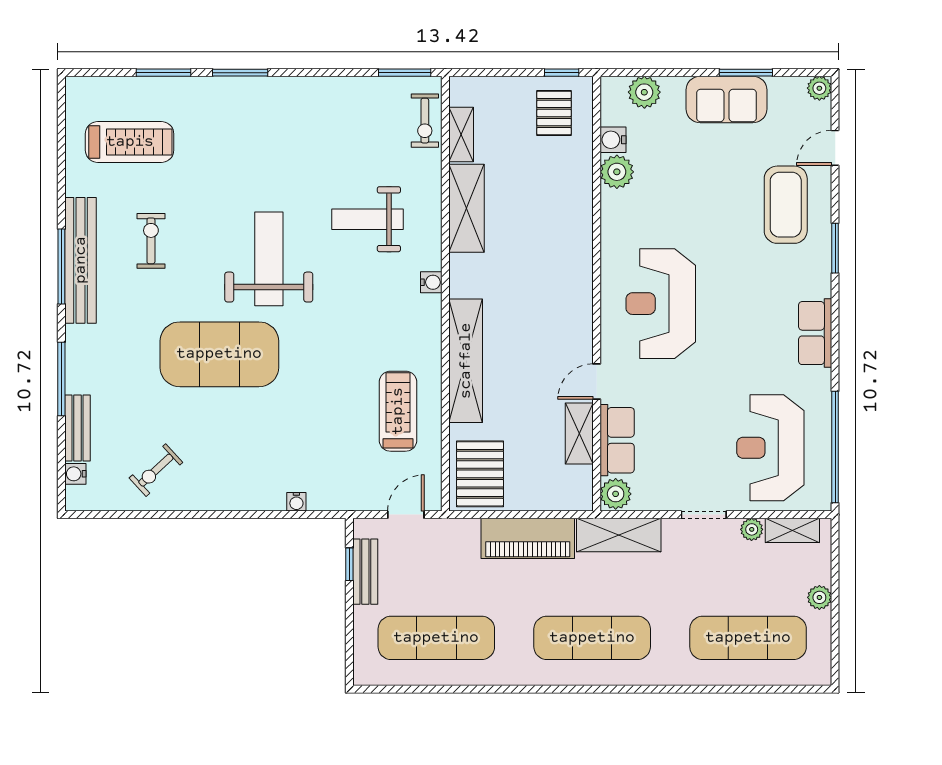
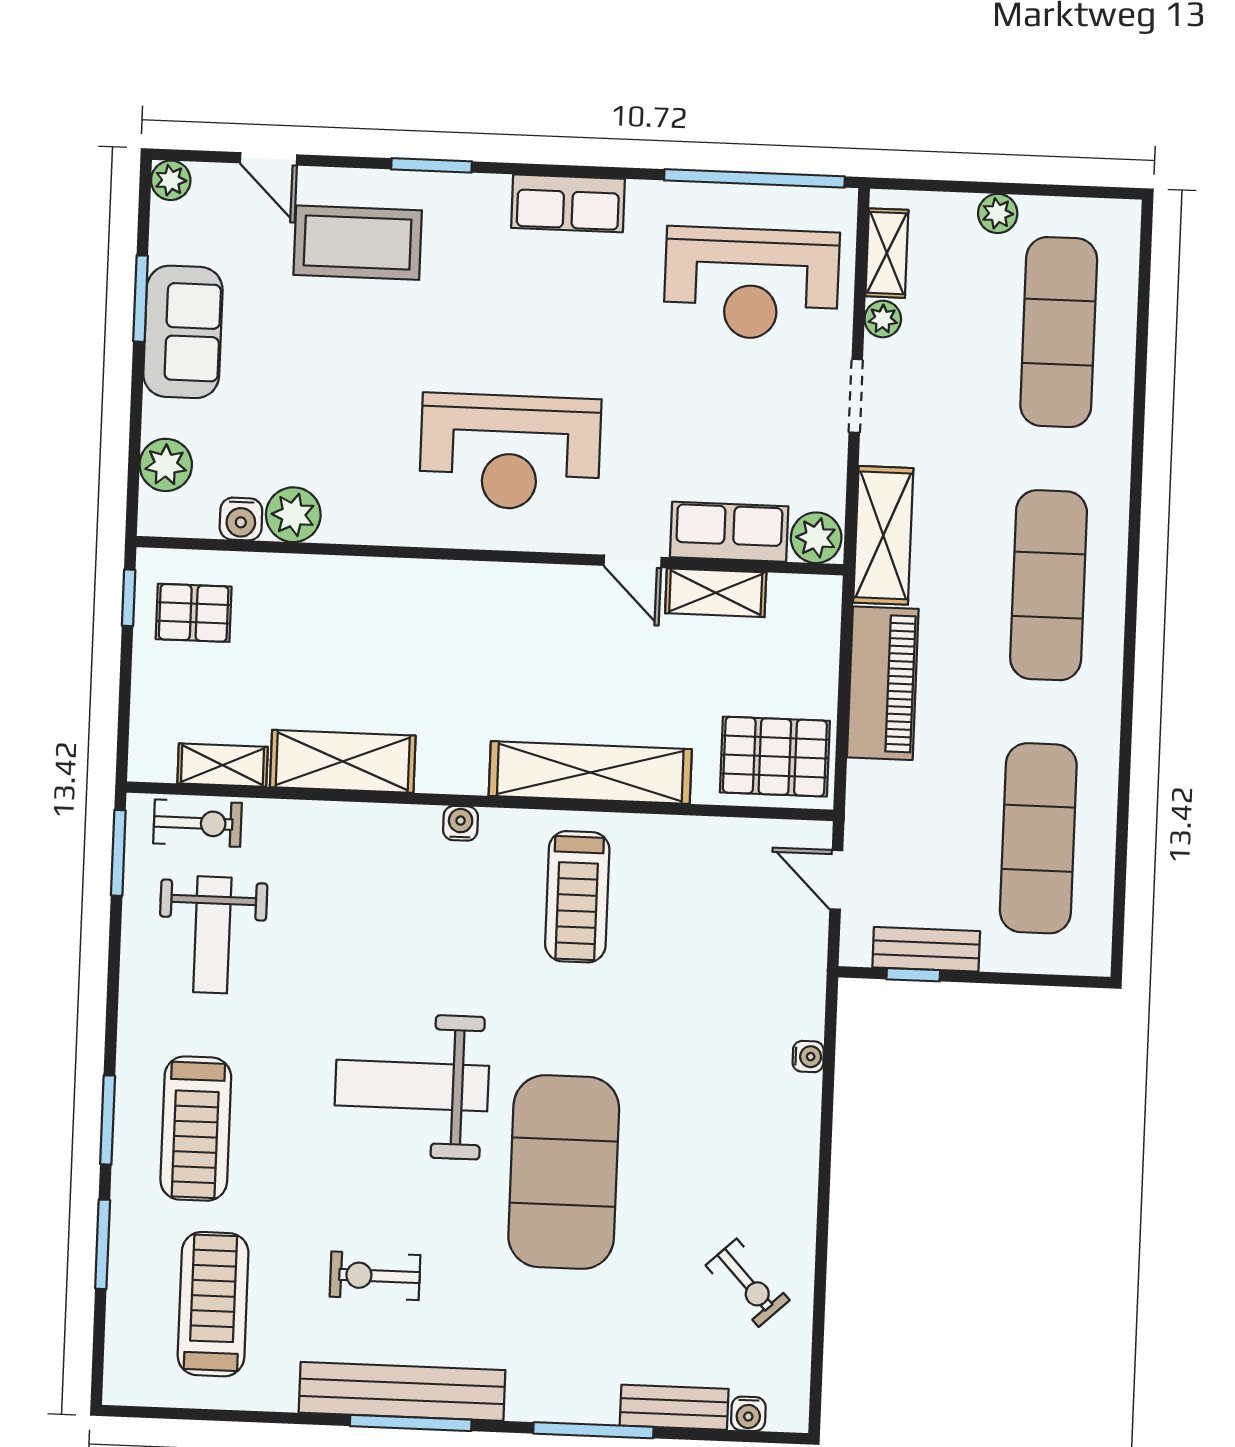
treadmill: (237, 127) -> (196, 1129), added
weight bench: (367, 219) -> (212, 935), moved
treadmill: (398, 411) -> (577, 897), moved, turned -90

